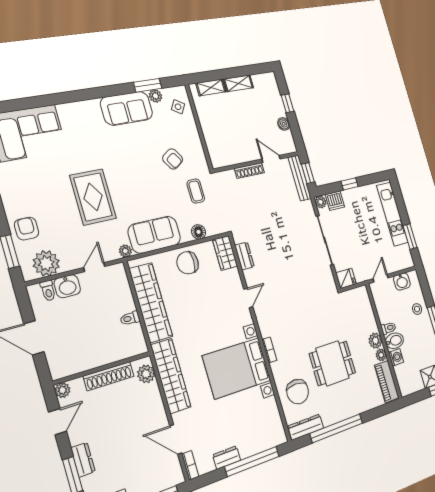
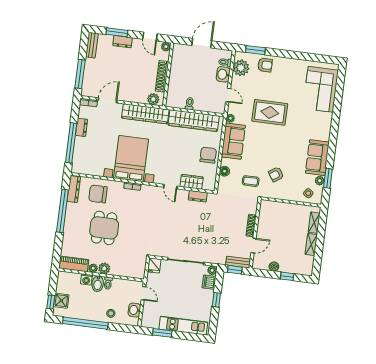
bench: (300, 178) -> (238, 262), width x0.73
wardrobe: (225, 253) -> (192, 182), moved

